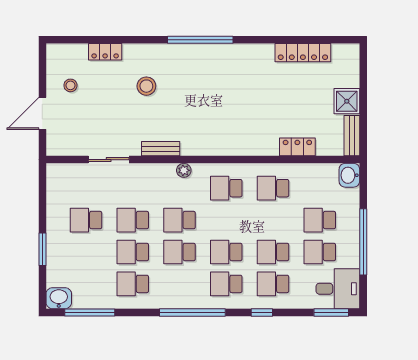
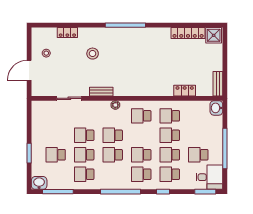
shower: (347, 101) -> (214, 35), moved
school desk: (86, 220) -> (56, 155), moved
school desk: (320, 220) -> (170, 135), moved

